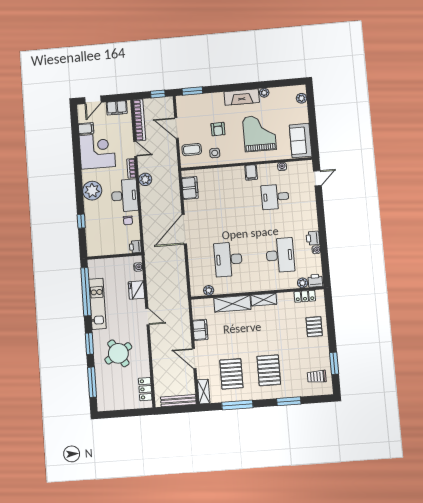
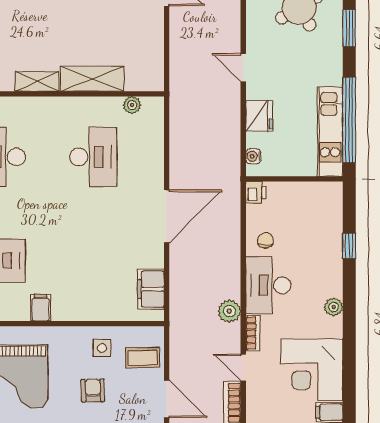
plant: (92, 191) -> (334, 307), width x0.53, depth x0.53
kitchen unit: (97, 304) -> (330, 132), moved
filing cabinet: (200, 330) -> (152, 37), removed

